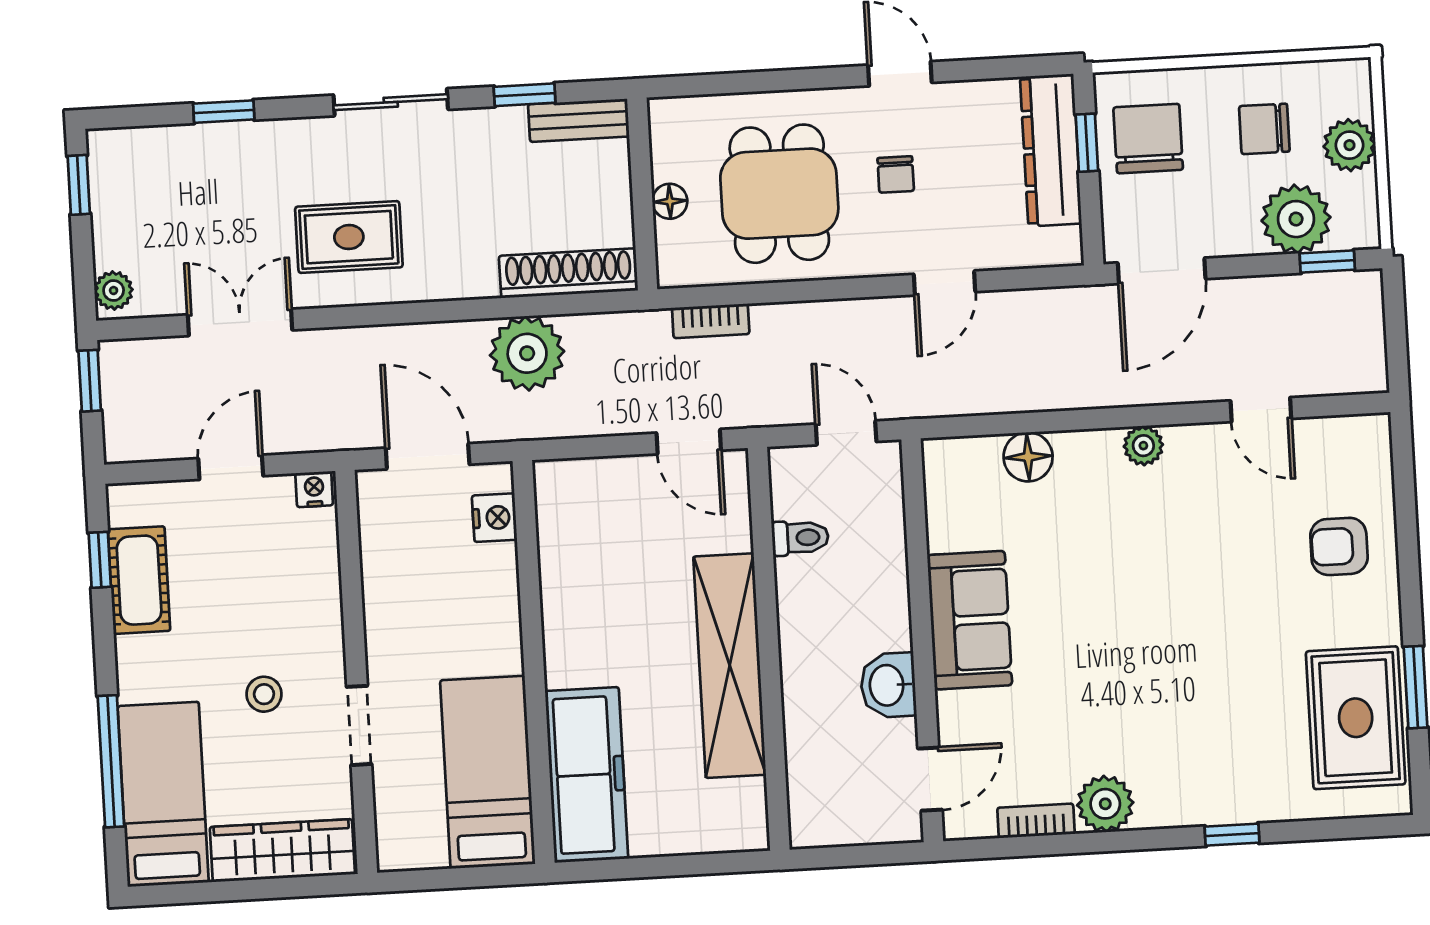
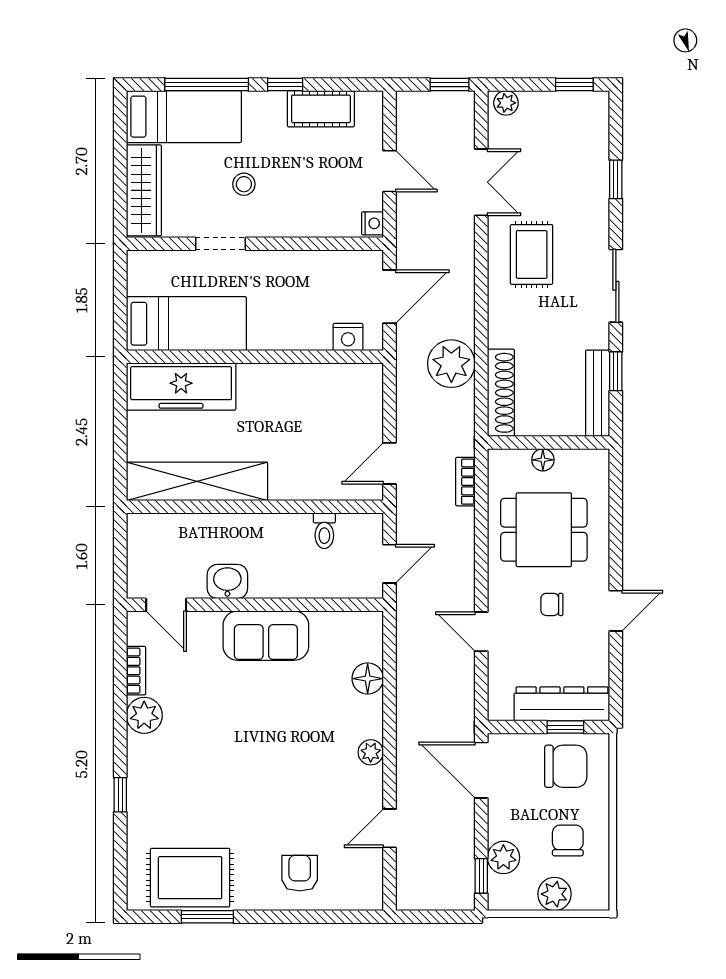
bench: (579, 120) -> (598, 393), width x1.36
plant: (1296, 219) -> (503, 857), width x0.73, depth x0.73
window: (100, 560) -> (285, 85), moved
shelving: (730, 666) -> (197, 481), moved

